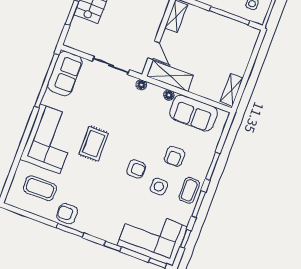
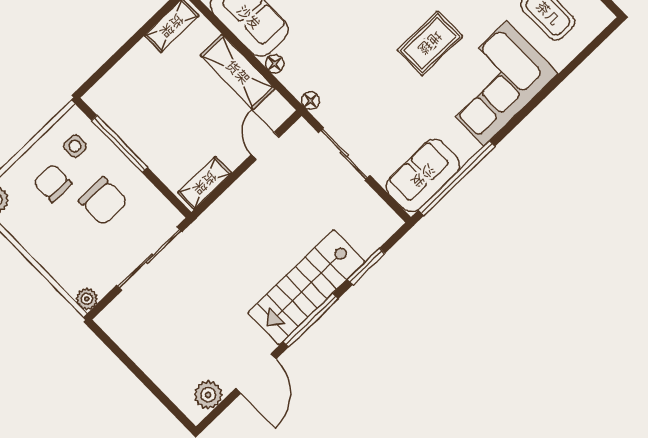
shelving: (170, 76) -> (238, 72), moved

